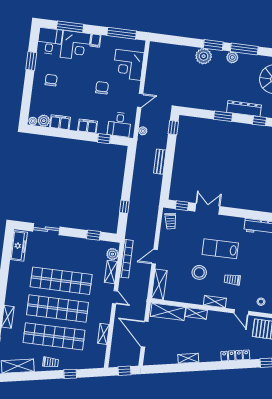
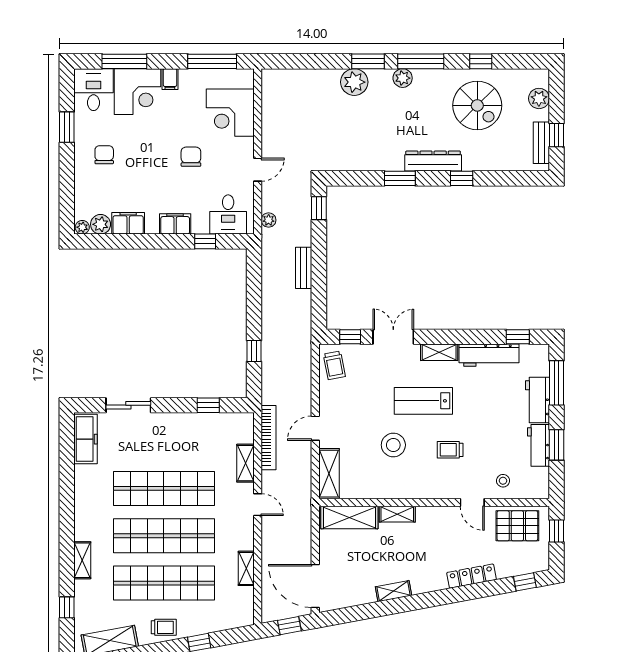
plant: (112, 254) -> (244, 433), removed
shelving: (215, 302) -> (439, 352), moved
door: (145, 334) -> (315, 586), moved

